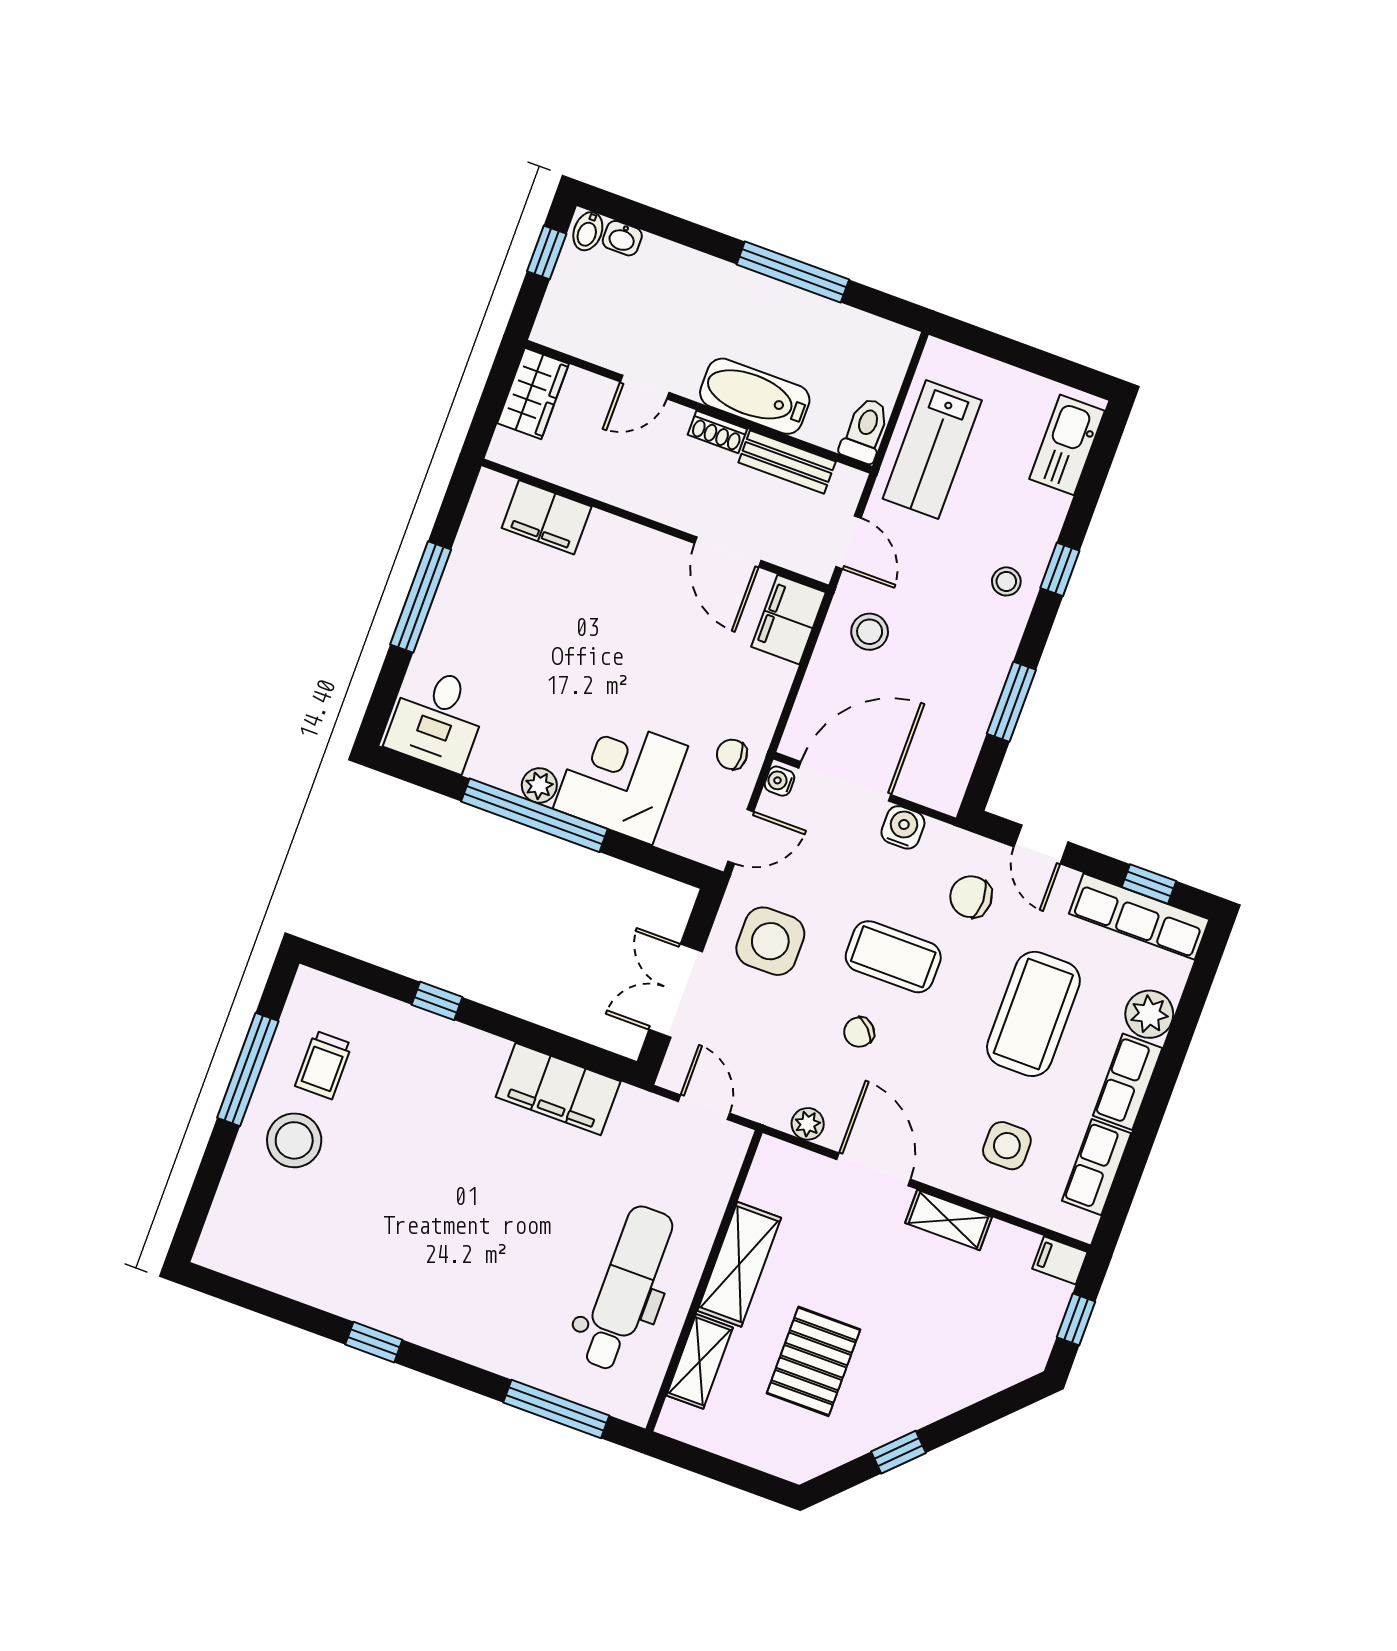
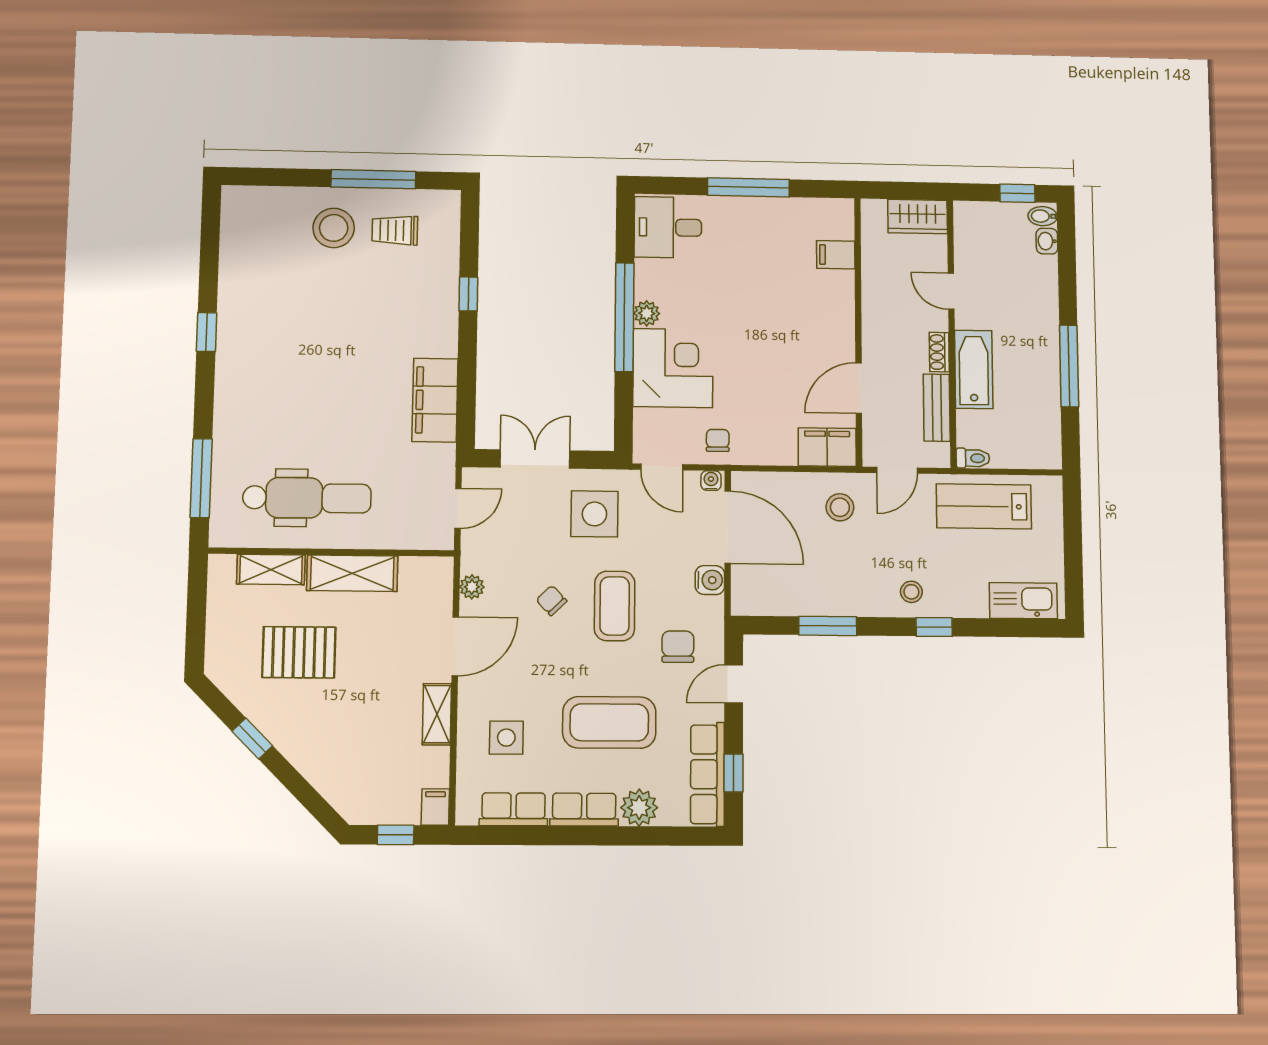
toilet: (865, 430) -> (973, 458), width x0.73, depth x0.72
filing cabinet: (547, 517) -> (836, 255), width x0.50

